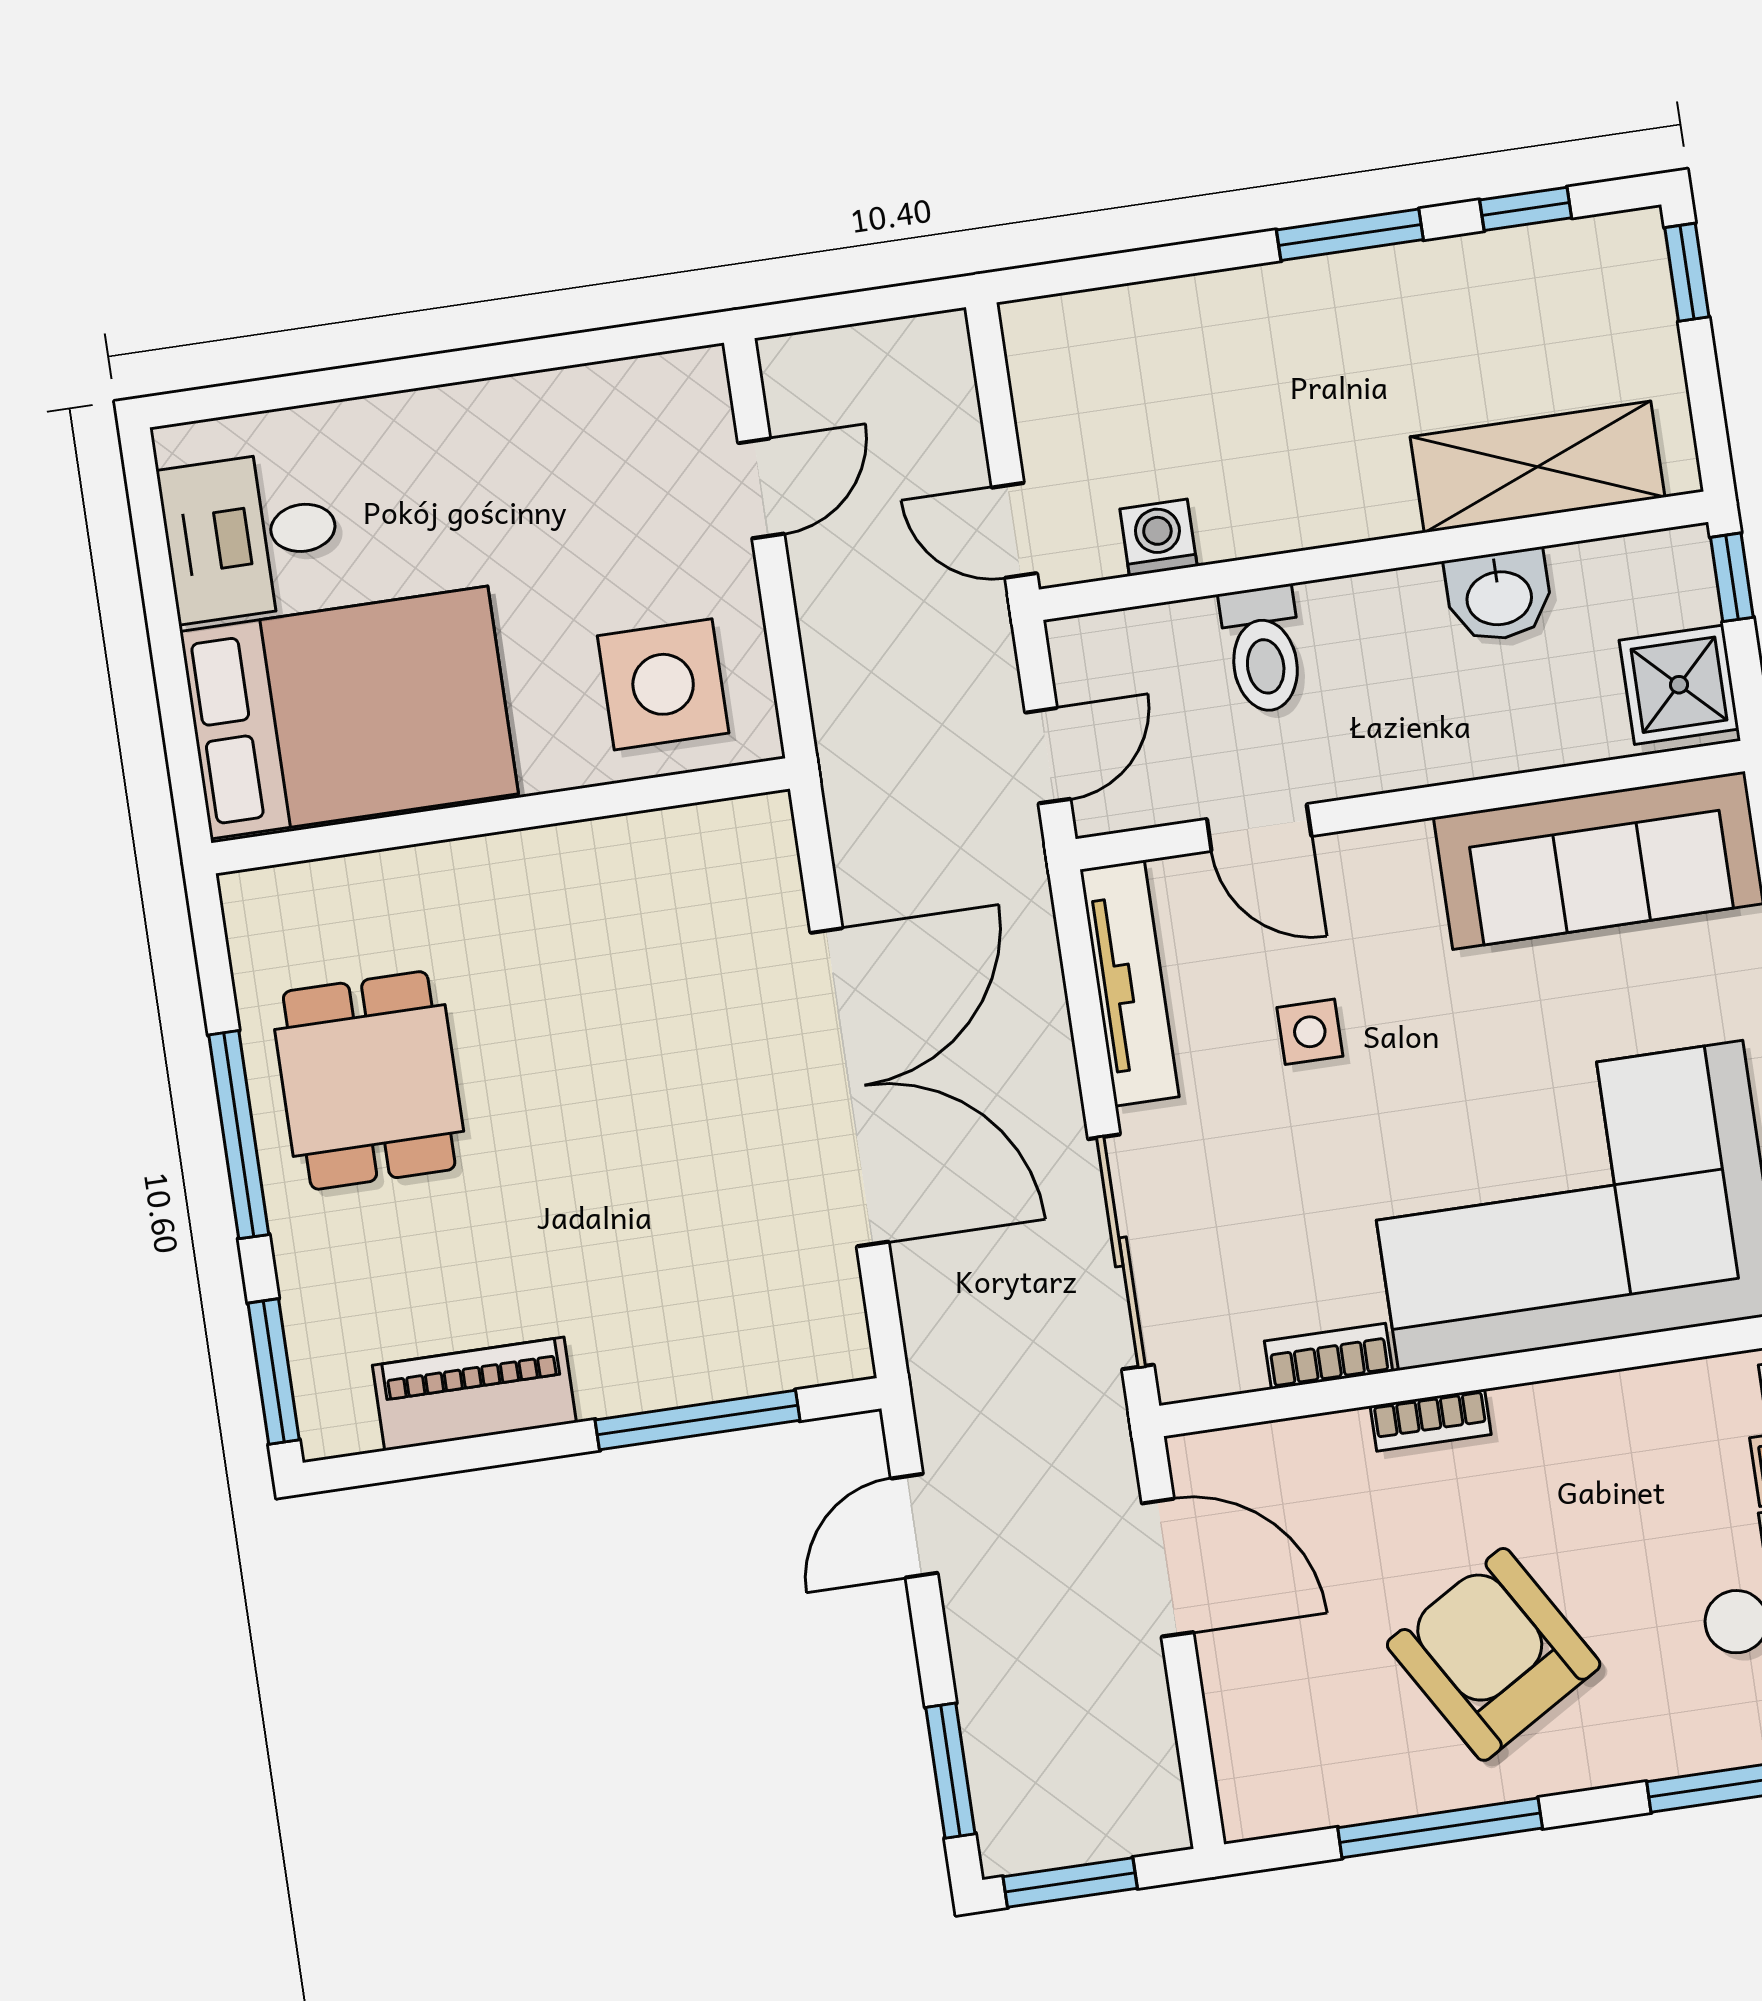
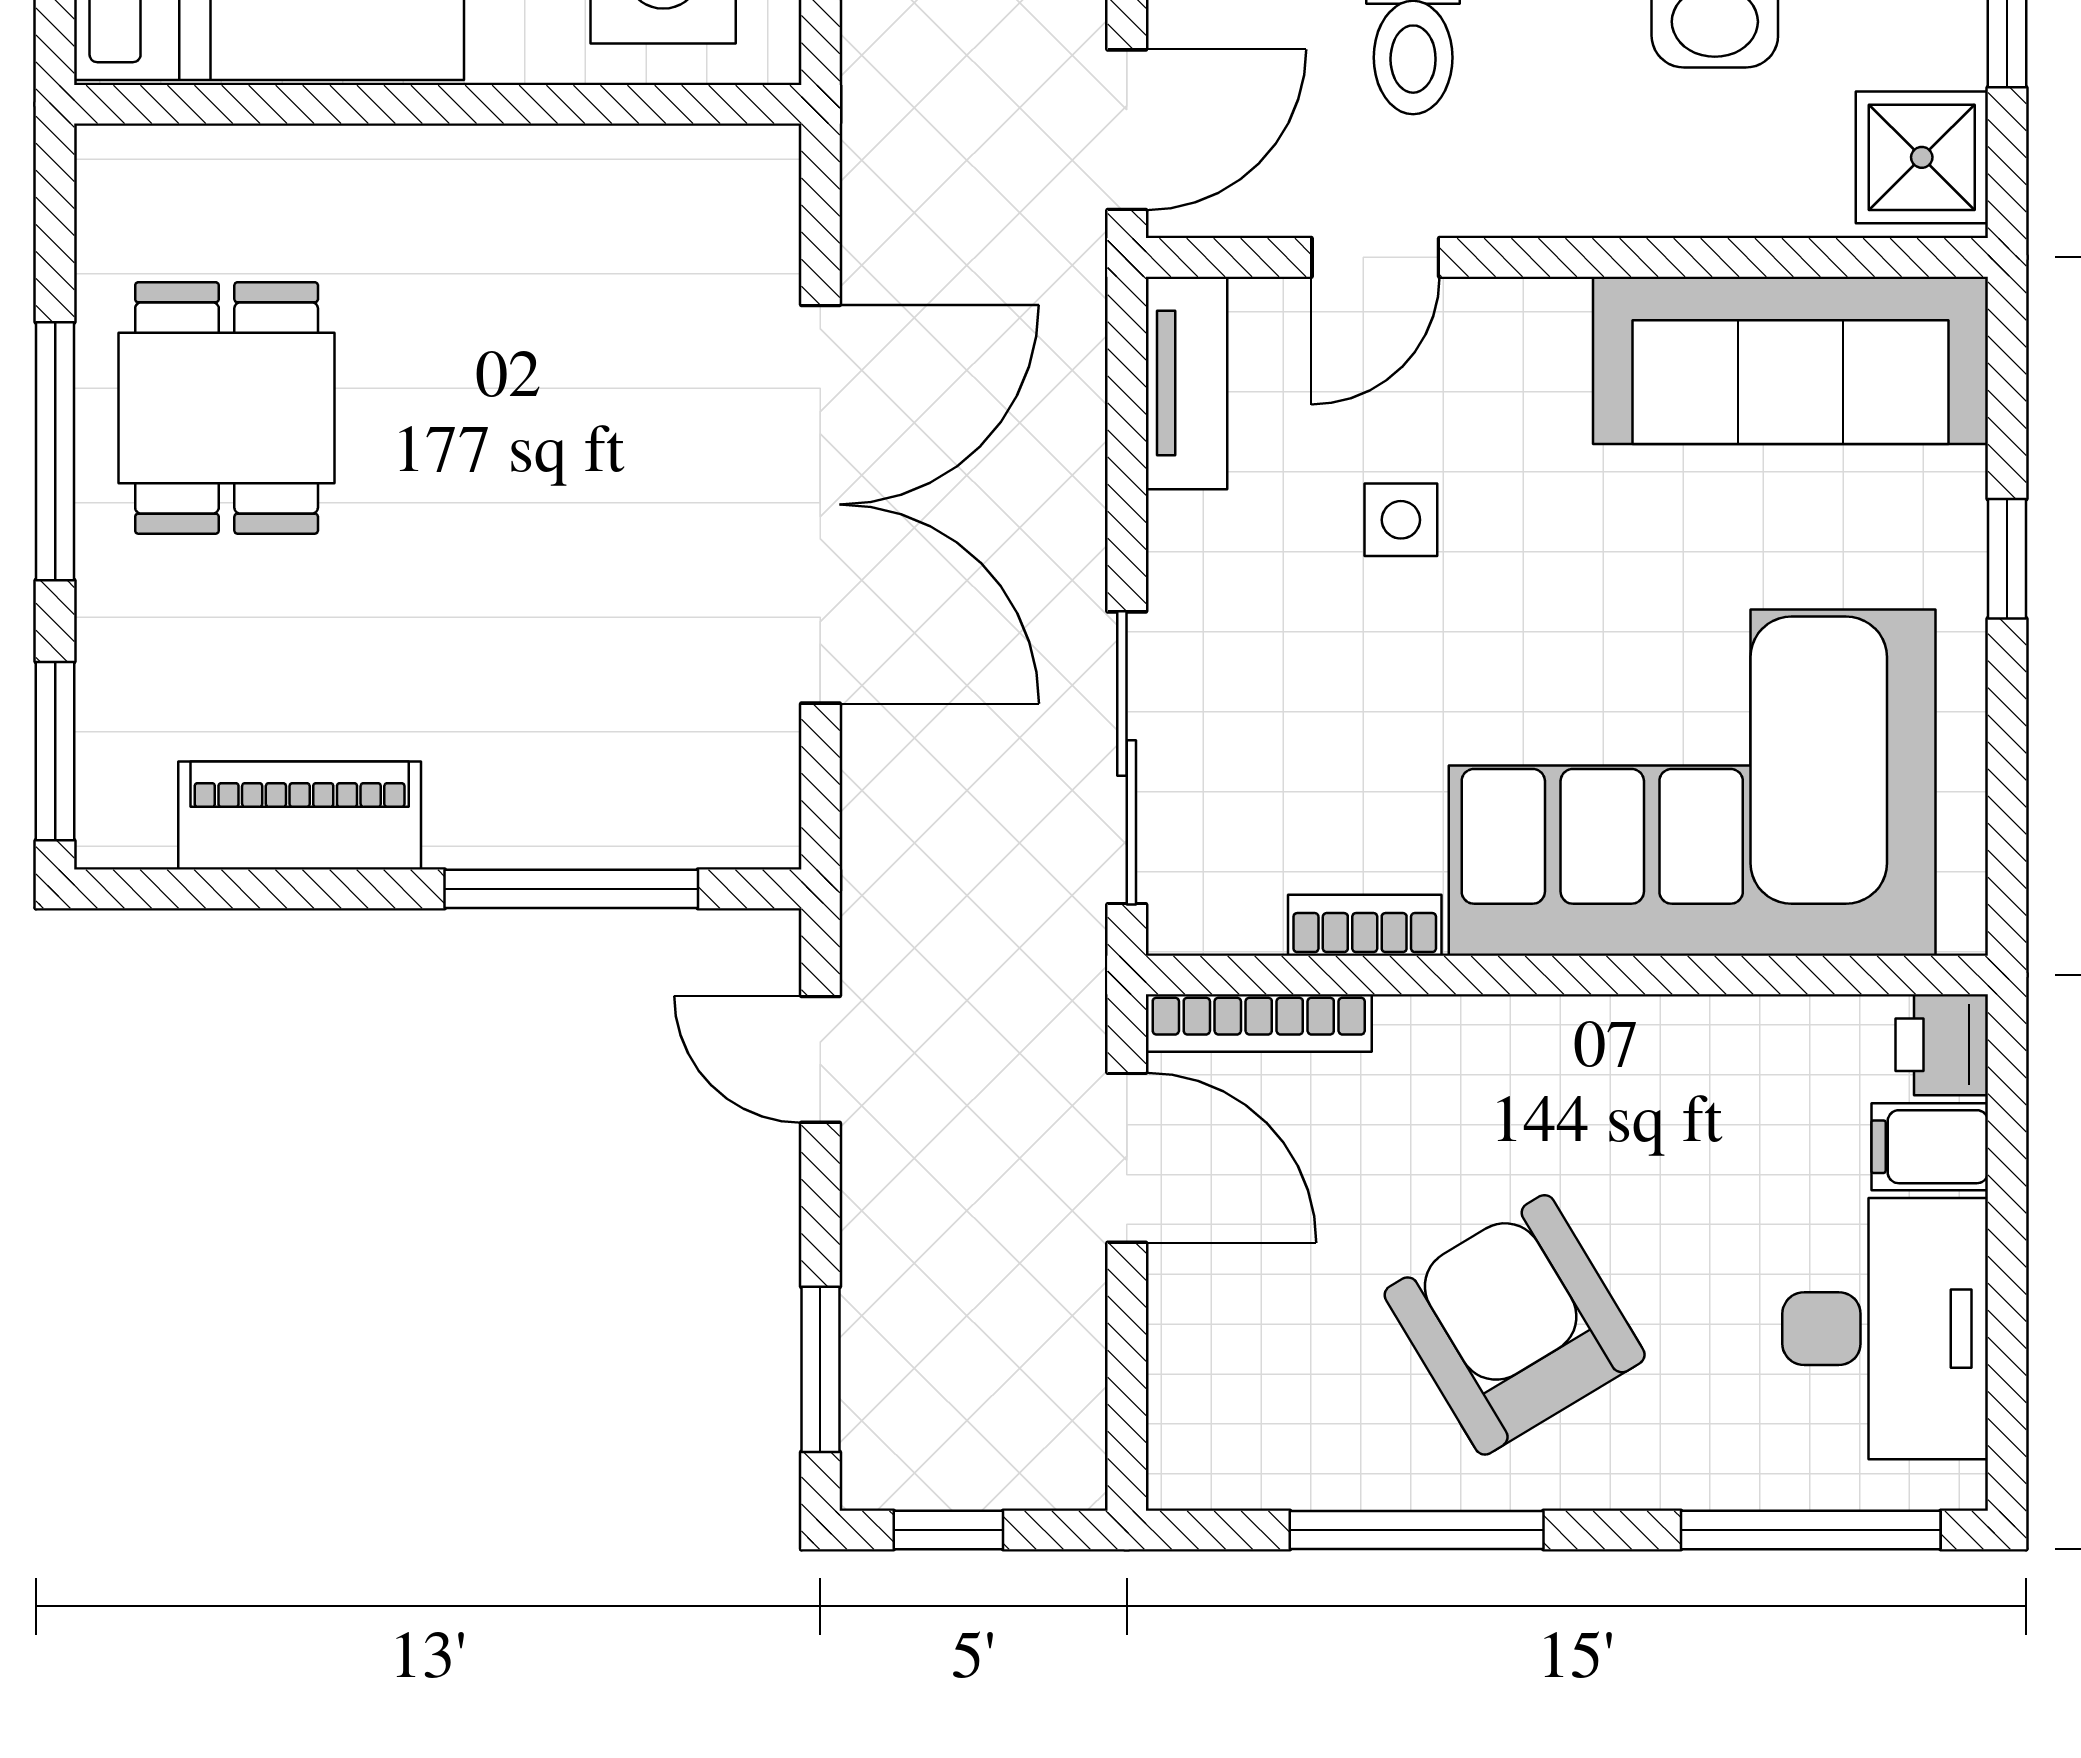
door: (1048, 756) -> (1127, 130), width x1.38
door: (1259, 827) -> (1375, 257), hinge flipped
tv unit: (1130, 983) -> (1186, 383), width x0.71
bookcase: (1431, 1420) -> (1259, 1023), moved, width x1.56
door: (914, 1526) -> (820, 1059), hinge flipped
window: (1070, 1883) -> (948, 1530), width x0.67

